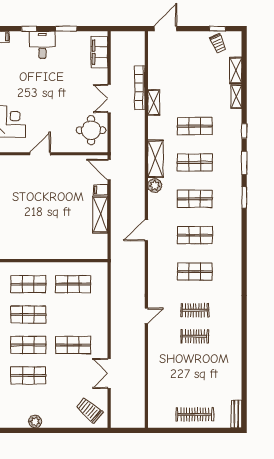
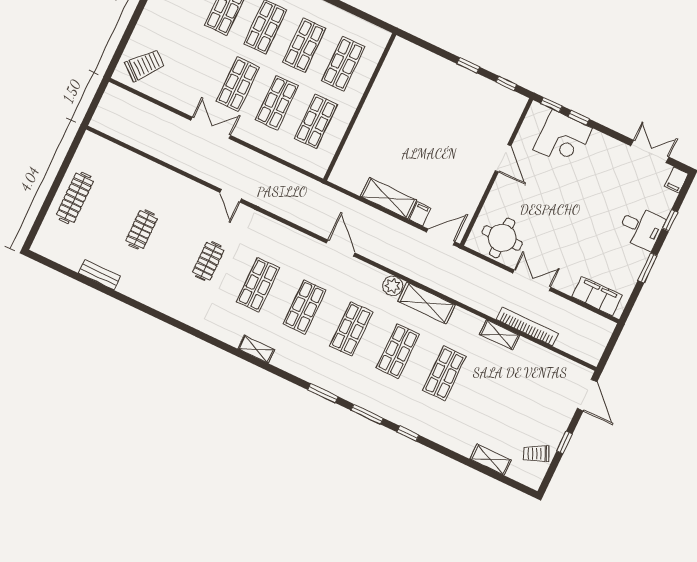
window: (217, 29) -> (565, 442), moved
shelving: (236, 97) -> (256, 349), moved
shop shelf: (73, 315) -> (277, 103), added
clothes rail: (195, 336) -> (142, 230), moved
double door: (109, 374) -> (211, 128), moved
bench: (236, 414) -> (99, 275), moved

